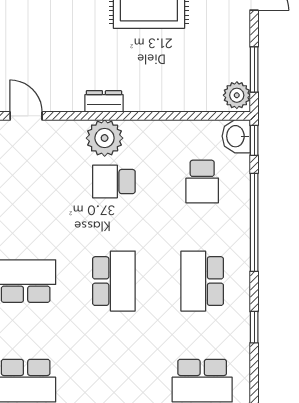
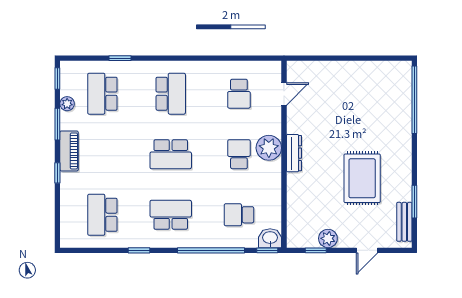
window: (254, 69) -> (316, 250), width x0.67
plant: (237, 95) -> (328, 238), moved
dresser: (104, 101) -> (294, 153), width x1.44
school desk: (26, 182) -> (239, 94), added

